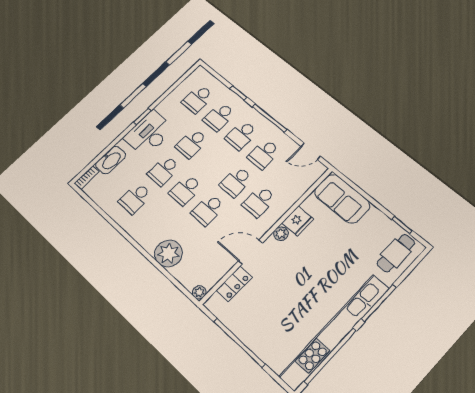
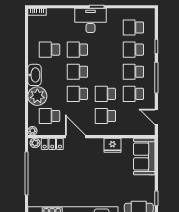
school desk: (192, 144) -> (49, 116), moved
washbasin: (111, 160) -> (34, 75), moved, turned -90
plant: (281, 234) -> (35, 143), moved

